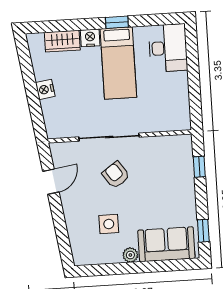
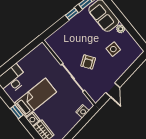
nightstand: (45, 89) -> (83, 111), moved
window: (199, 167) -> (72, 14), moved
door: (51, 182) -> (113, 90), swing flipped

